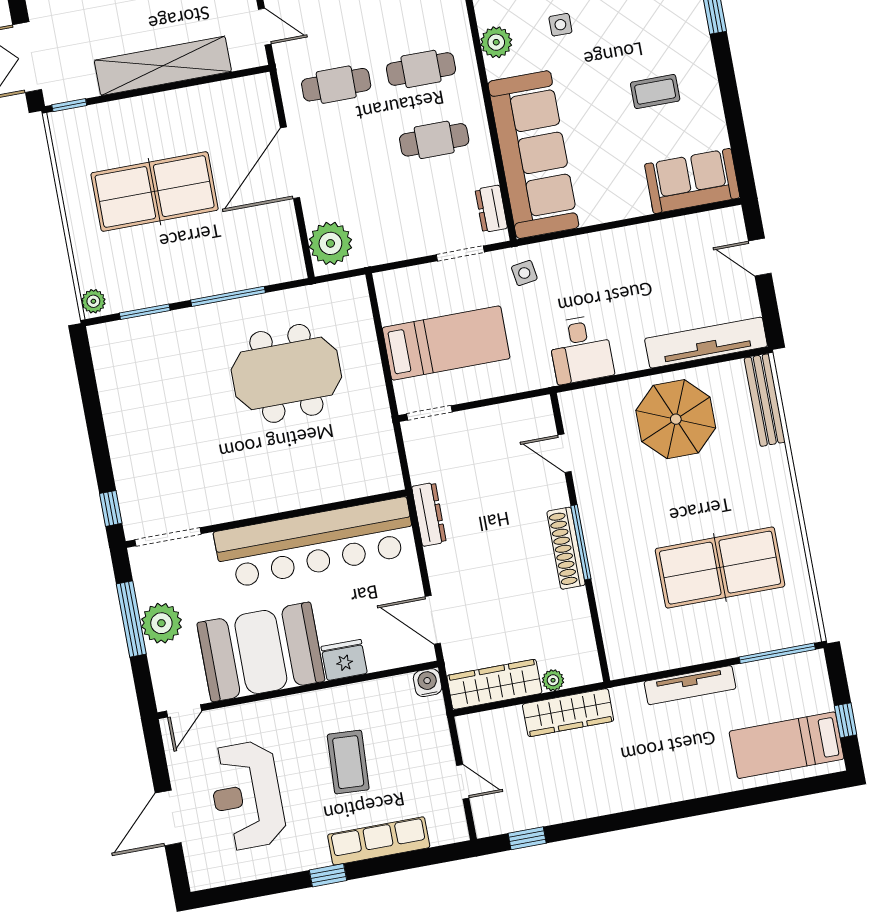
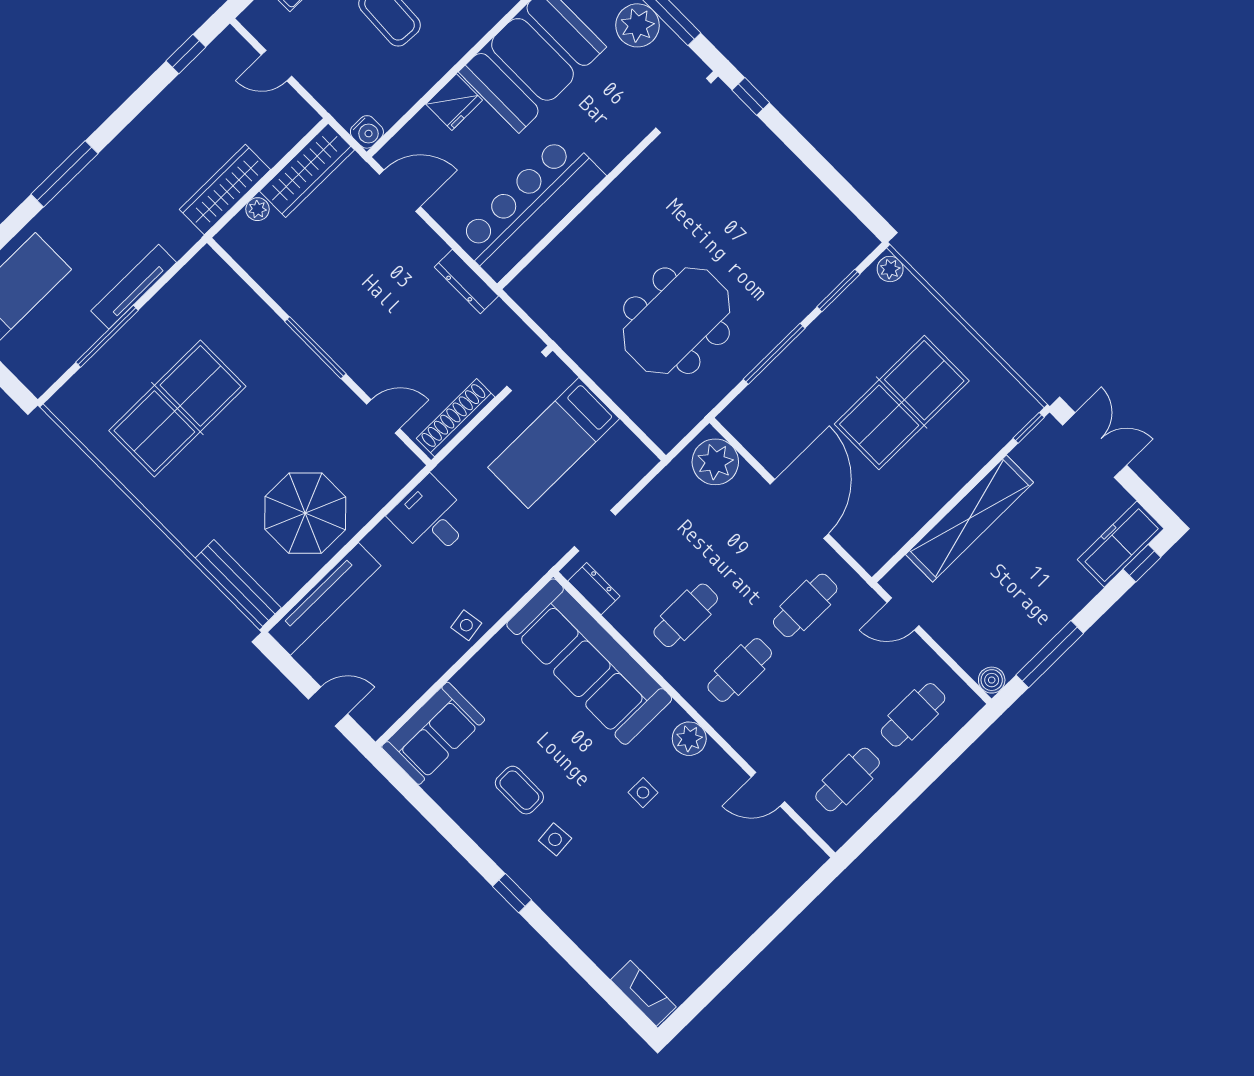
side table: (653, 35) -> (555, 839), added
coffee table: (655, 92) -> (519, 790), turned 90
side table: (524, 273) -> (466, 625), moved
bar counter: (315, 543) -> (530, 208), width x0.73
shoe rack: (566, 548) -> (456, 418), moved, turned -90
window: (777, 653) -> (107, 336), moved
window: (684, 809) -> (64, 174), added

